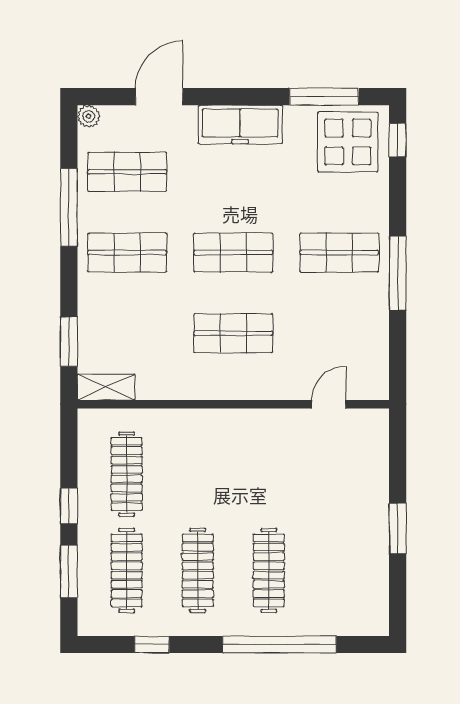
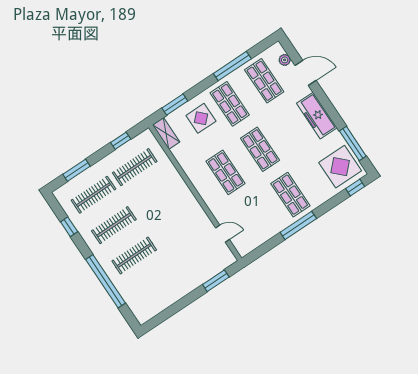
plant: (89, 116) -> (285, 60), moved
display table: (119, 314) -> (201, 118), added
window: (69, 506) -> (121, 141), moved
window: (398, 528) -> (216, 281), moved

